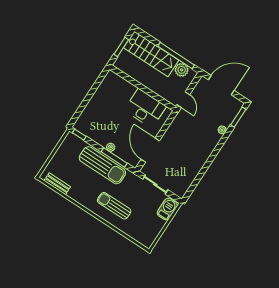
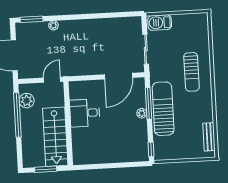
stairs: (151, 54) -> (55, 137), moved, turned 180
desk: (145, 108) -> (85, 113), width x0.73

